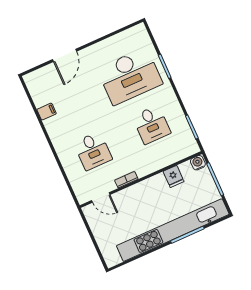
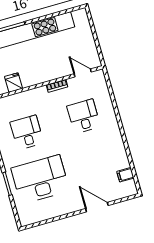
door: (65, 55) -> (97, 207), hinge flipped
filing cabinet: (47, 112) -> (125, 175), moved

